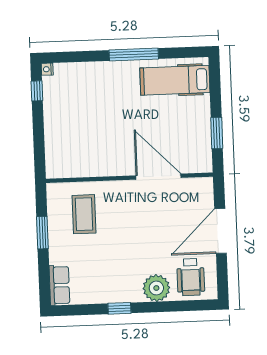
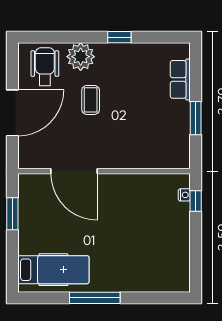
nightstand: (47, 69) -> (184, 195), moved
window: (37, 91) -> (196, 201), moved
coffee table: (84, 214) -> (91, 100), moved, width x0.73, depth x0.77
row of seats: (59, 285) -> (180, 79), moved

